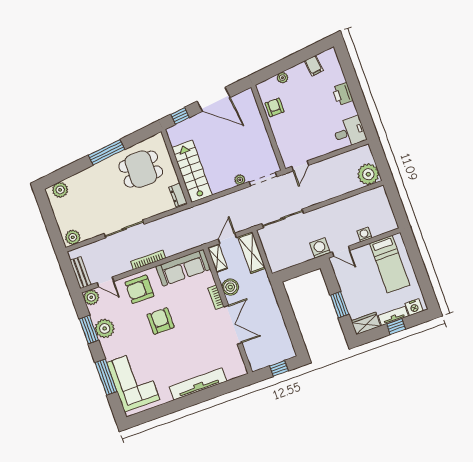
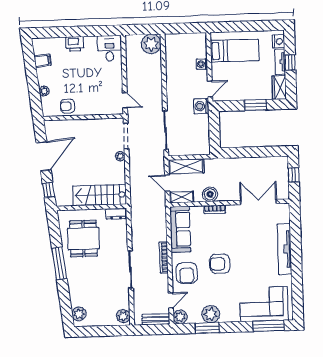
double door: (233, 325) -> (258, 202), moved
window: (106, 377) -> (269, 326), moved

